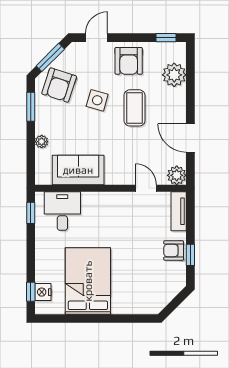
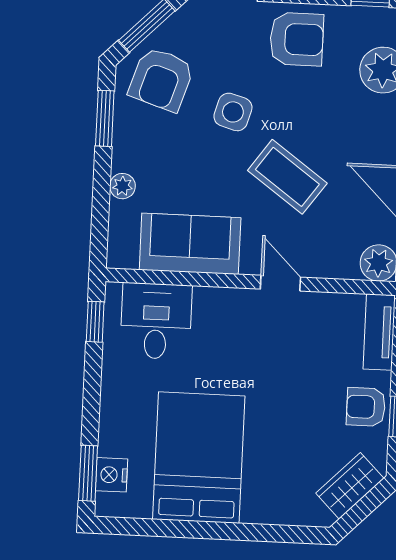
armchair: (129, 61) -> (297, 39), turned -90
coffee table: (135, 108) -> (287, 177), moved, turned -54
door: (146, 188) -> (280, 283), moved
window: (31, 292) -> (88, 473), width x1.50
wardrobe: (167, 292) -> (350, 486), added

